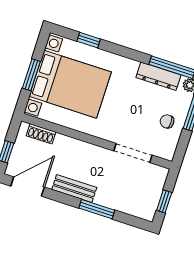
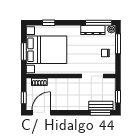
bench: (74, 189) -> (101, 106), moved
window: (97, 209) -> (100, 113), moved

